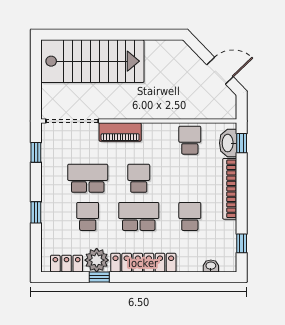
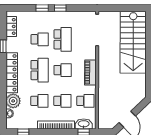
piano: (120, 132) -> (90, 72), moved
window: (36, 152) -> (60, 8), moved
school desk: (190, 178) -> (62, 101), added
plant: (97, 260) -> (13, 101), moved

